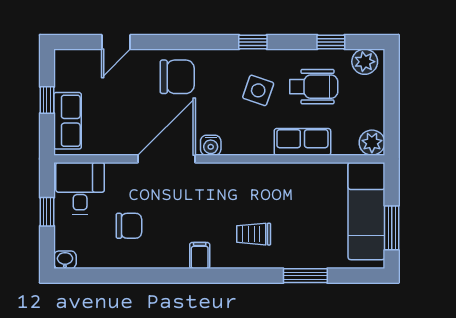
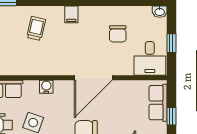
water cooler: (211, 145) -> (46, 87), moved
chair: (129, 226) -> (118, 34), turned -90
trolley: (254, 234) -> (36, 28), turned -77

